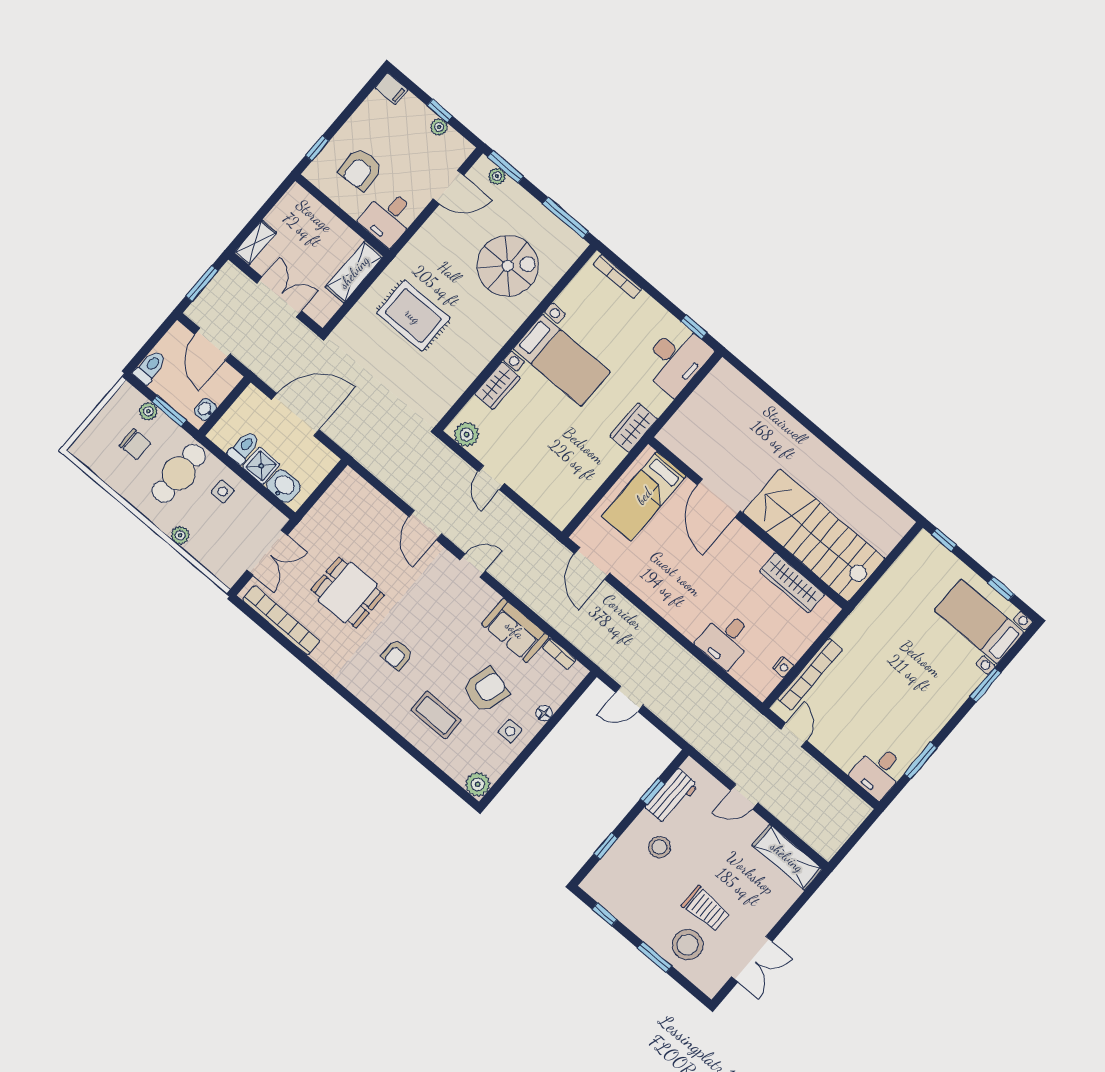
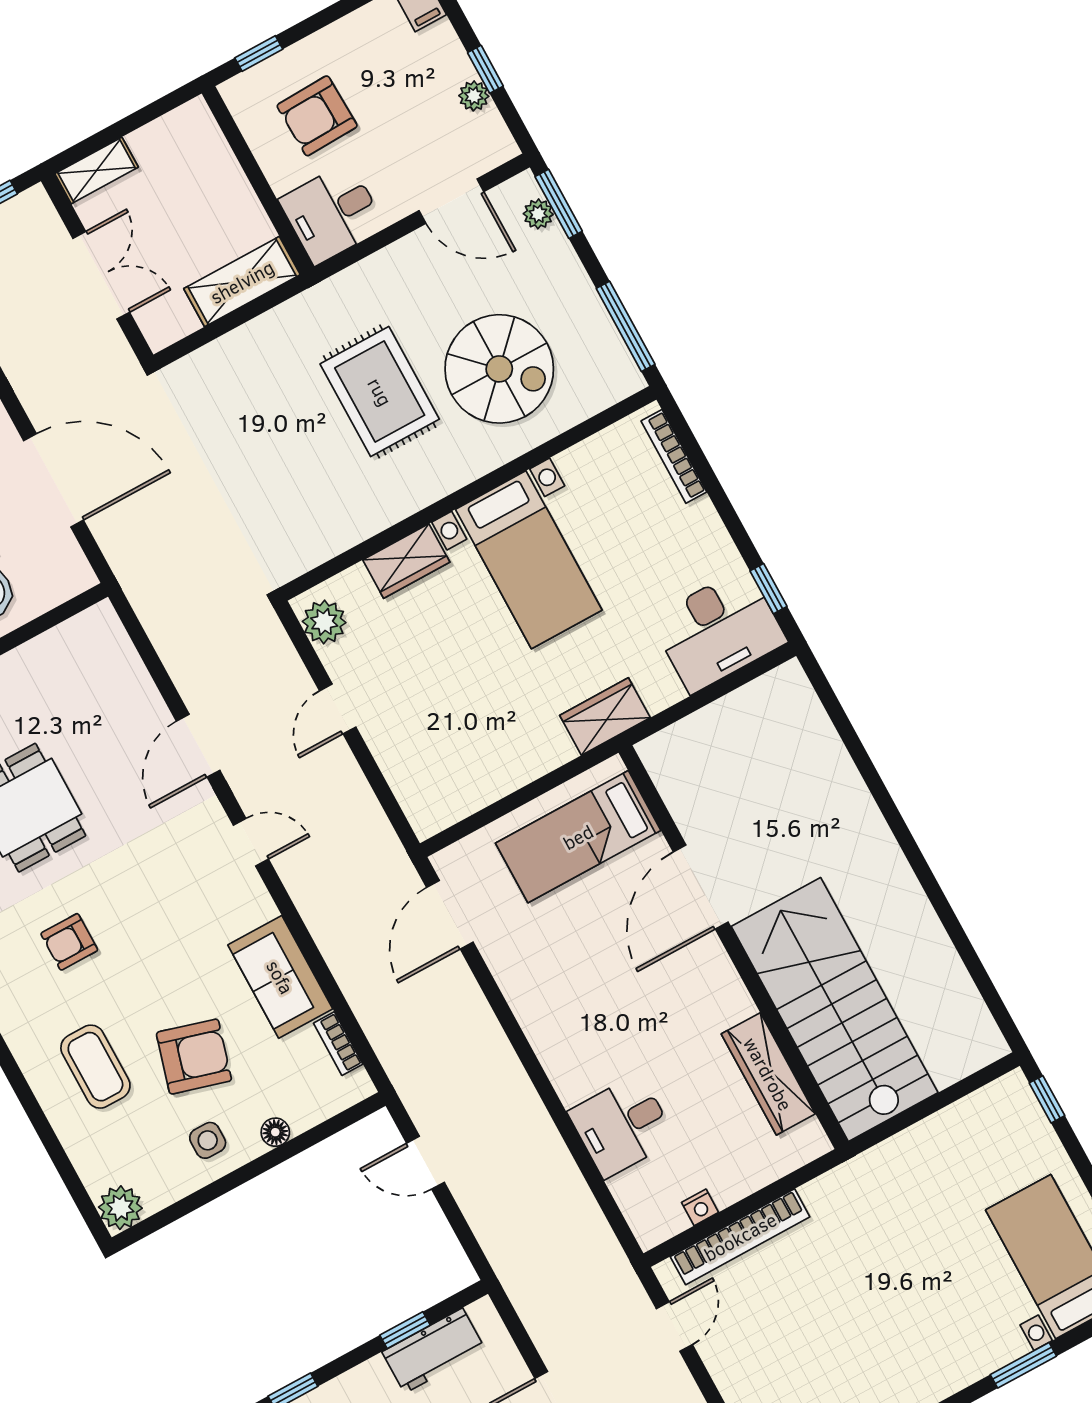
rug: (413, 316) -> (380, 392), moved

